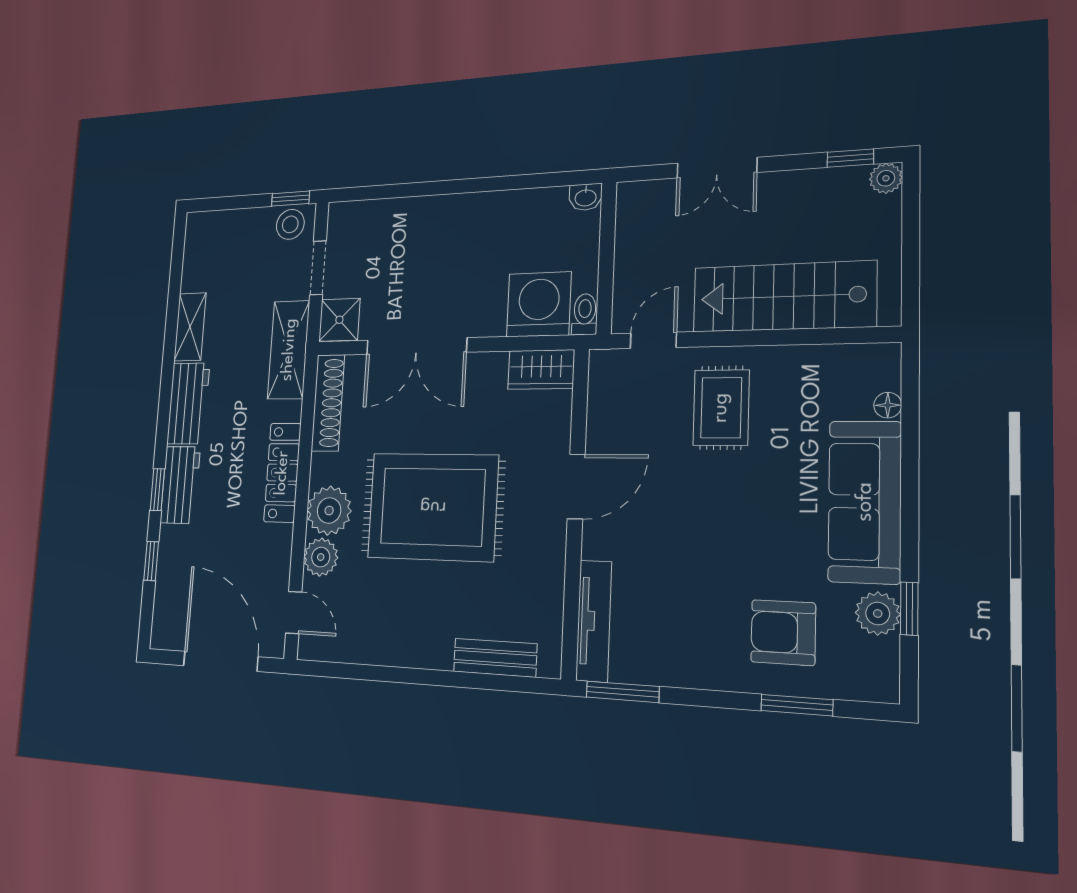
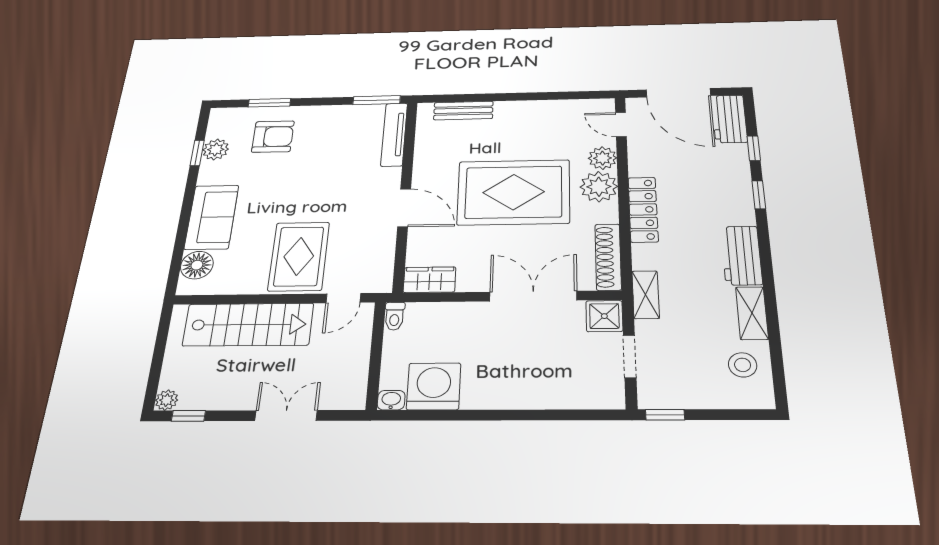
stool: (290, 224) -> (743, 365), moved
washing machine: (539, 304) -> (434, 386), moved, turned 180
shelving: (289, 350) -> (646, 295), width x0.67, depth x0.75
floor lamp: (888, 405) -> (197, 265), width x1.89, depth x1.89
rug: (721, 408) -> (299, 256), width x1.36, depth x1.43
workbench: (180, 485) -> (729, 119), moved
door: (576, 486) -> (404, 208), swing flipped
sofa: (865, 502) -> (212, 217), width x0.73

